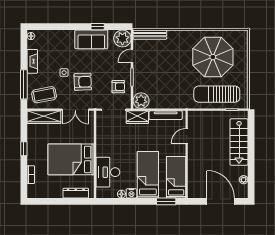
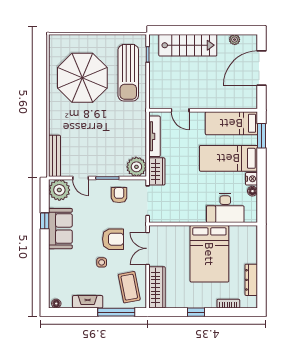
armchair: (83, 82) -> (113, 239), turned 92
double door: (75, 110) -> (148, 248), swing flipped
dresser: (76, 193) -> (251, 280), moved

